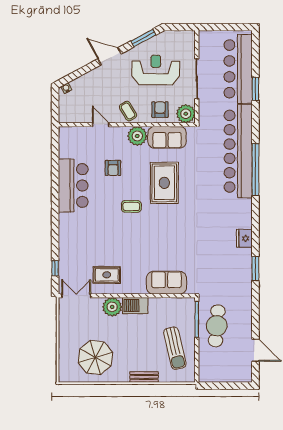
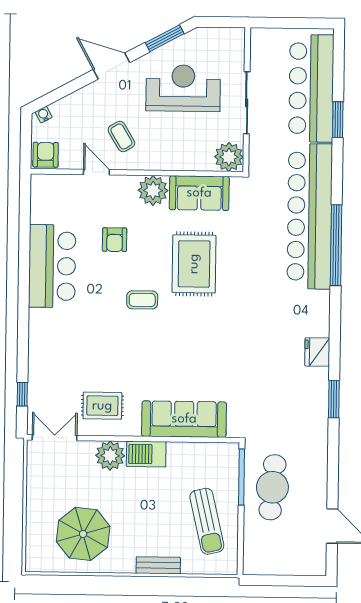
armchair: (160, 110) -> (46, 155), moved
coffee table: (128, 111) -> (121, 137), moved
sofa: (166, 283) -> (184, 419), width x1.36

